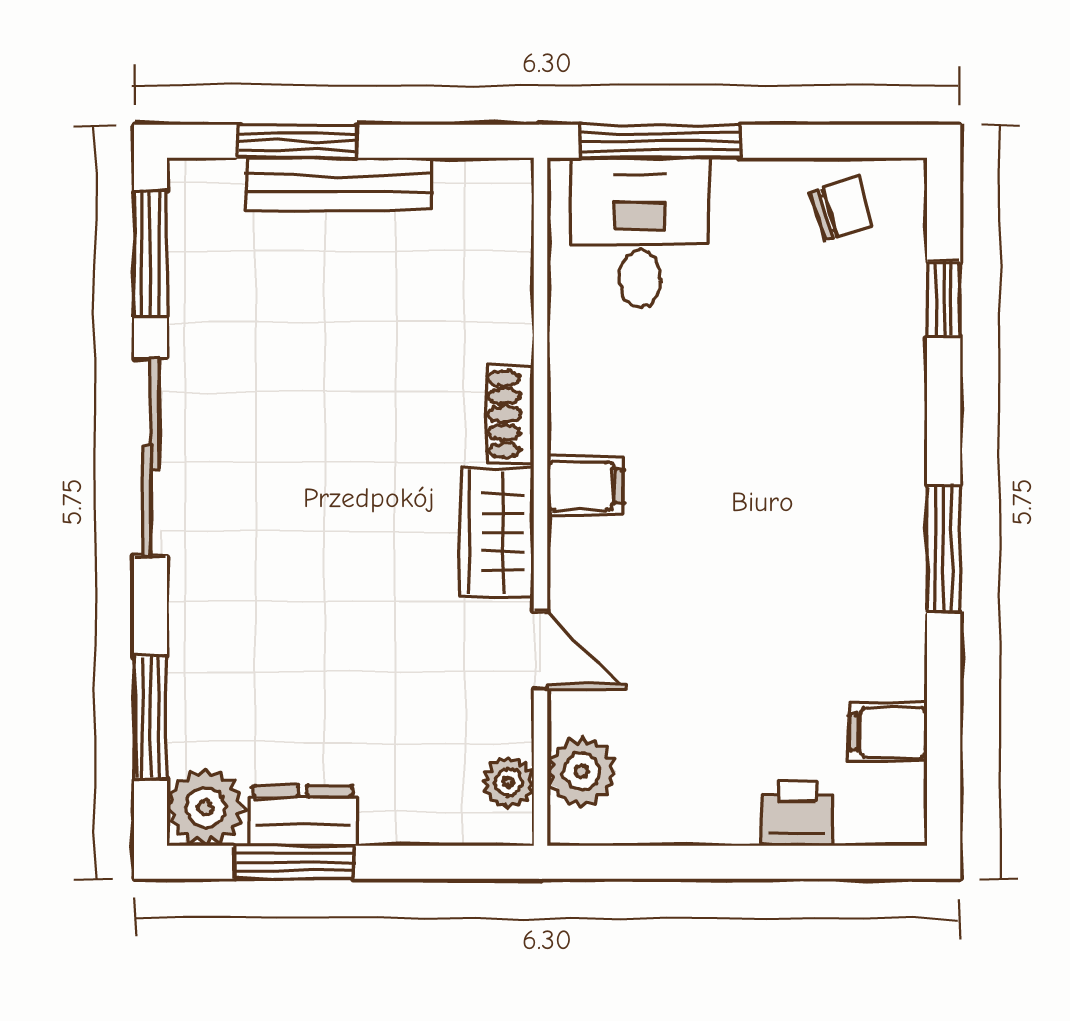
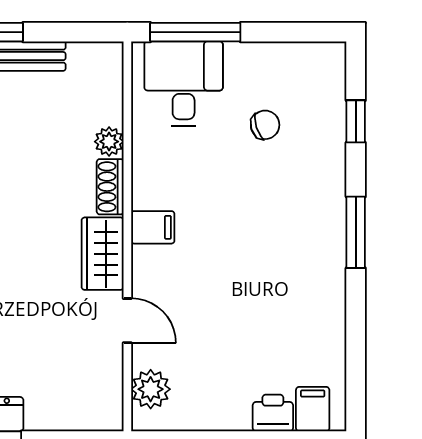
chair: (842, 209) -> (265, 125), moved
window: (944, 549) -> (356, 232), moved
filing cabinet: (888, 732) -> (313, 409), moved, turned 90
plant: (508, 782) -> (109, 142), moved

